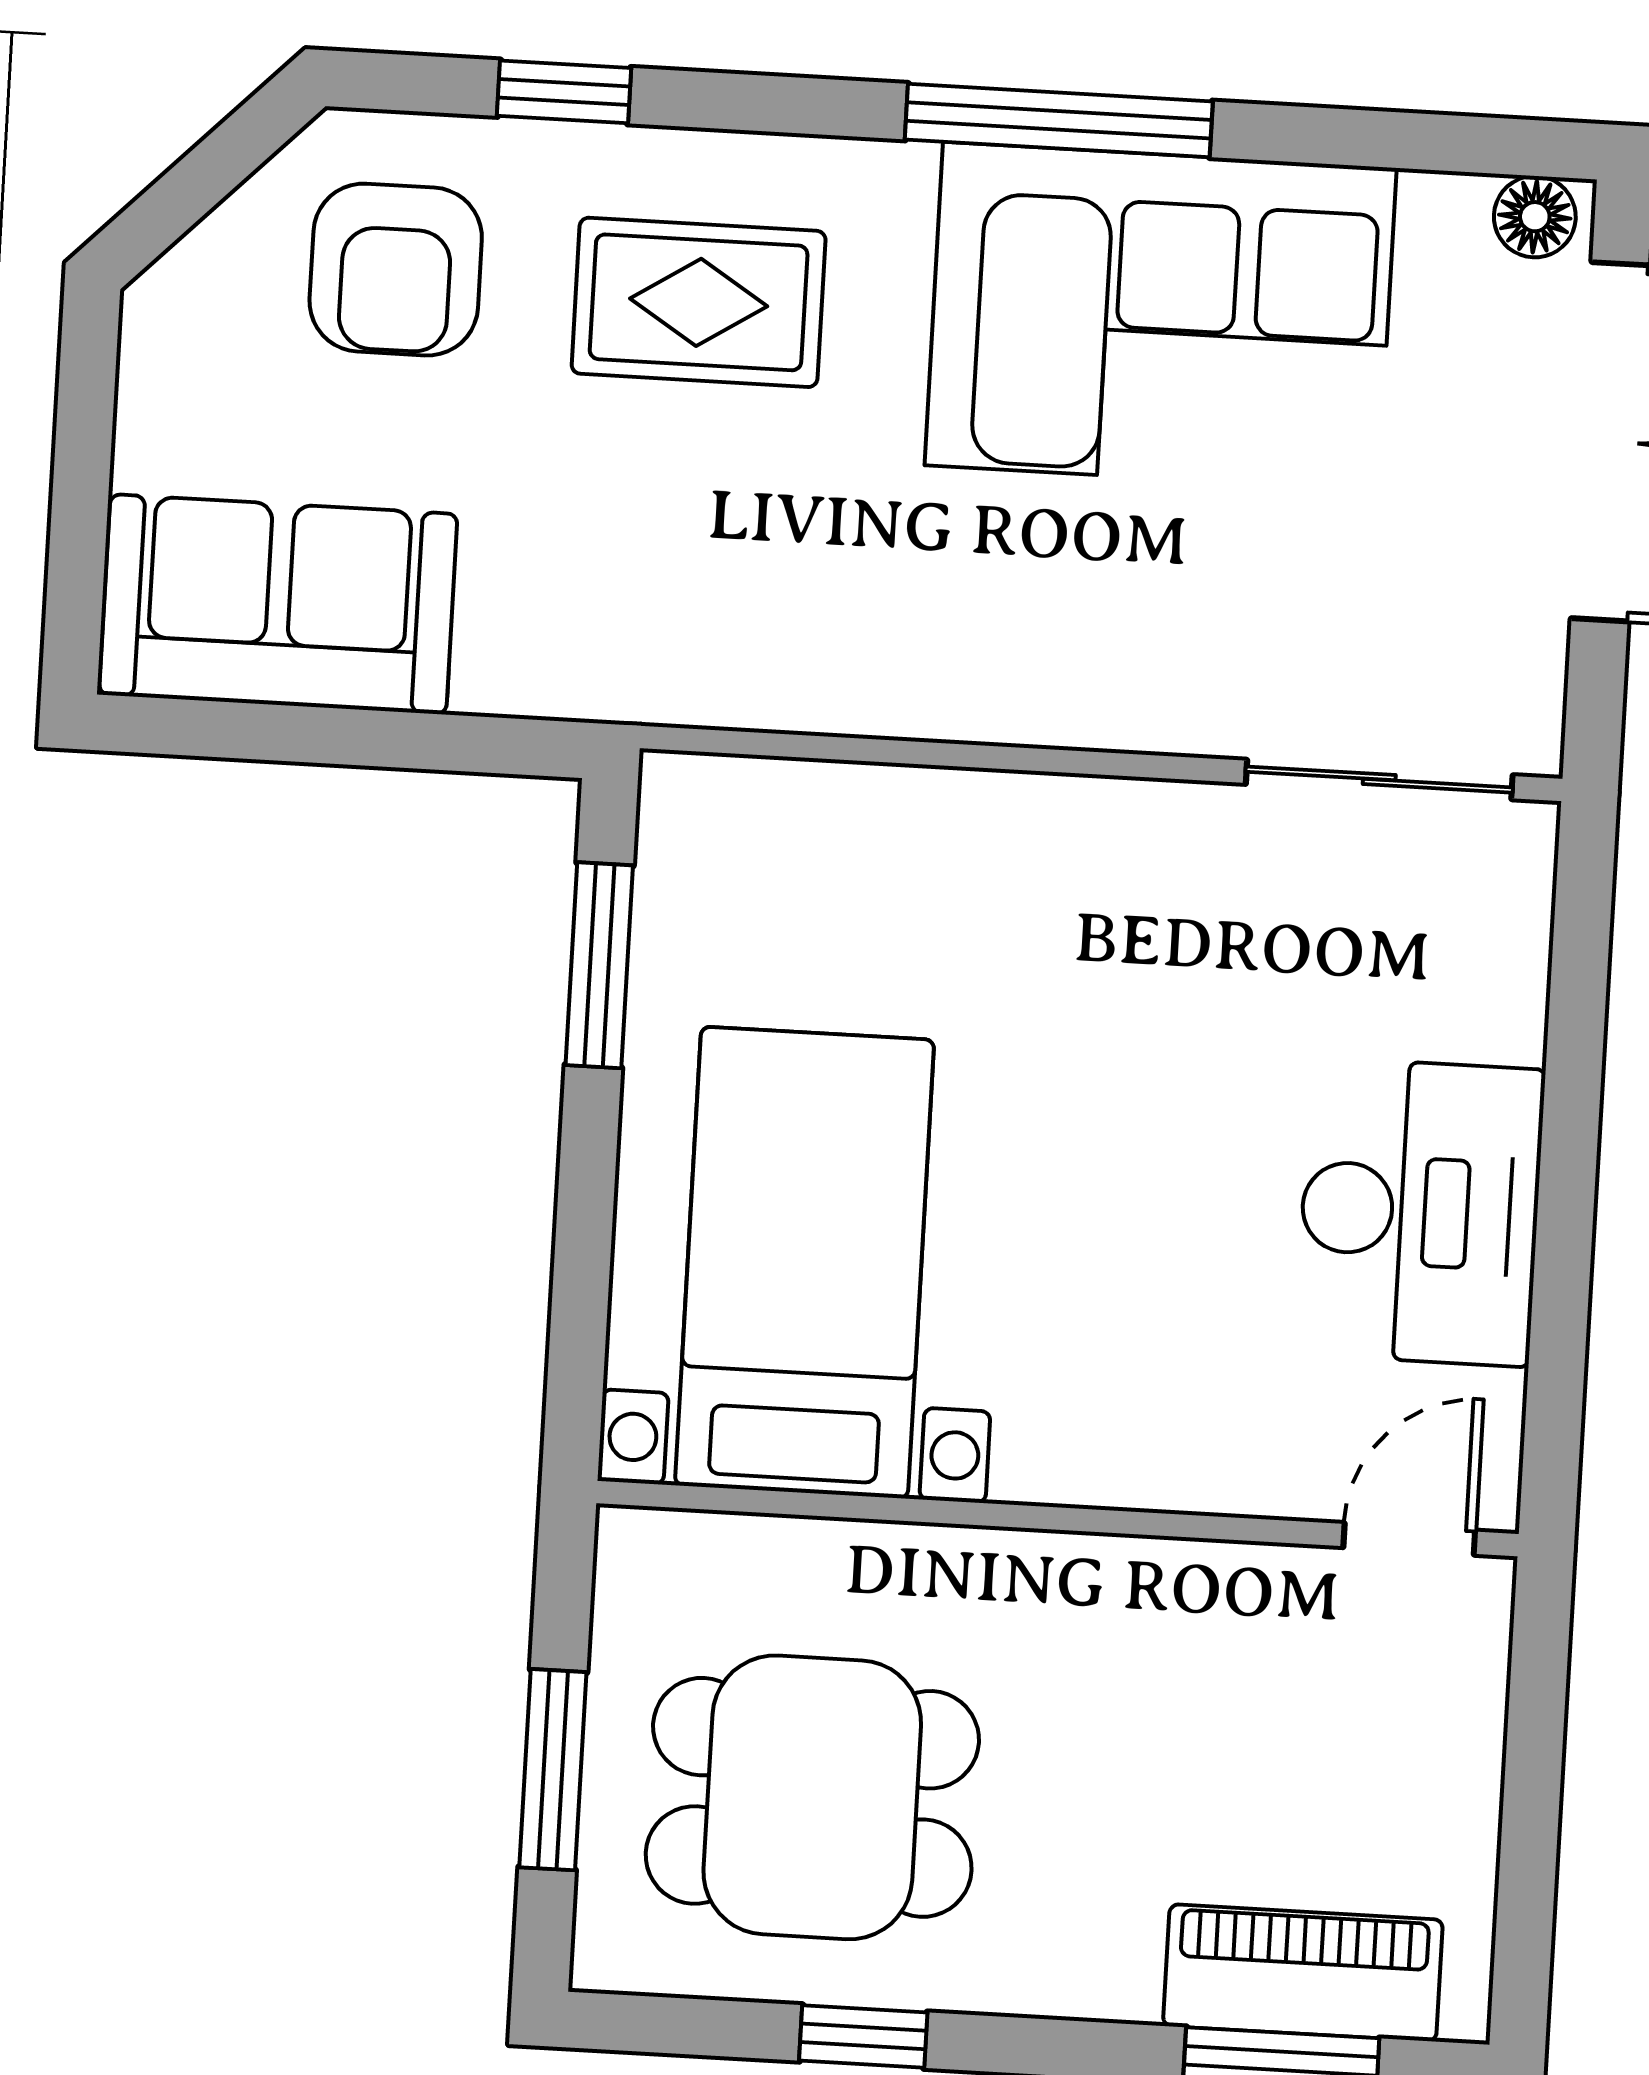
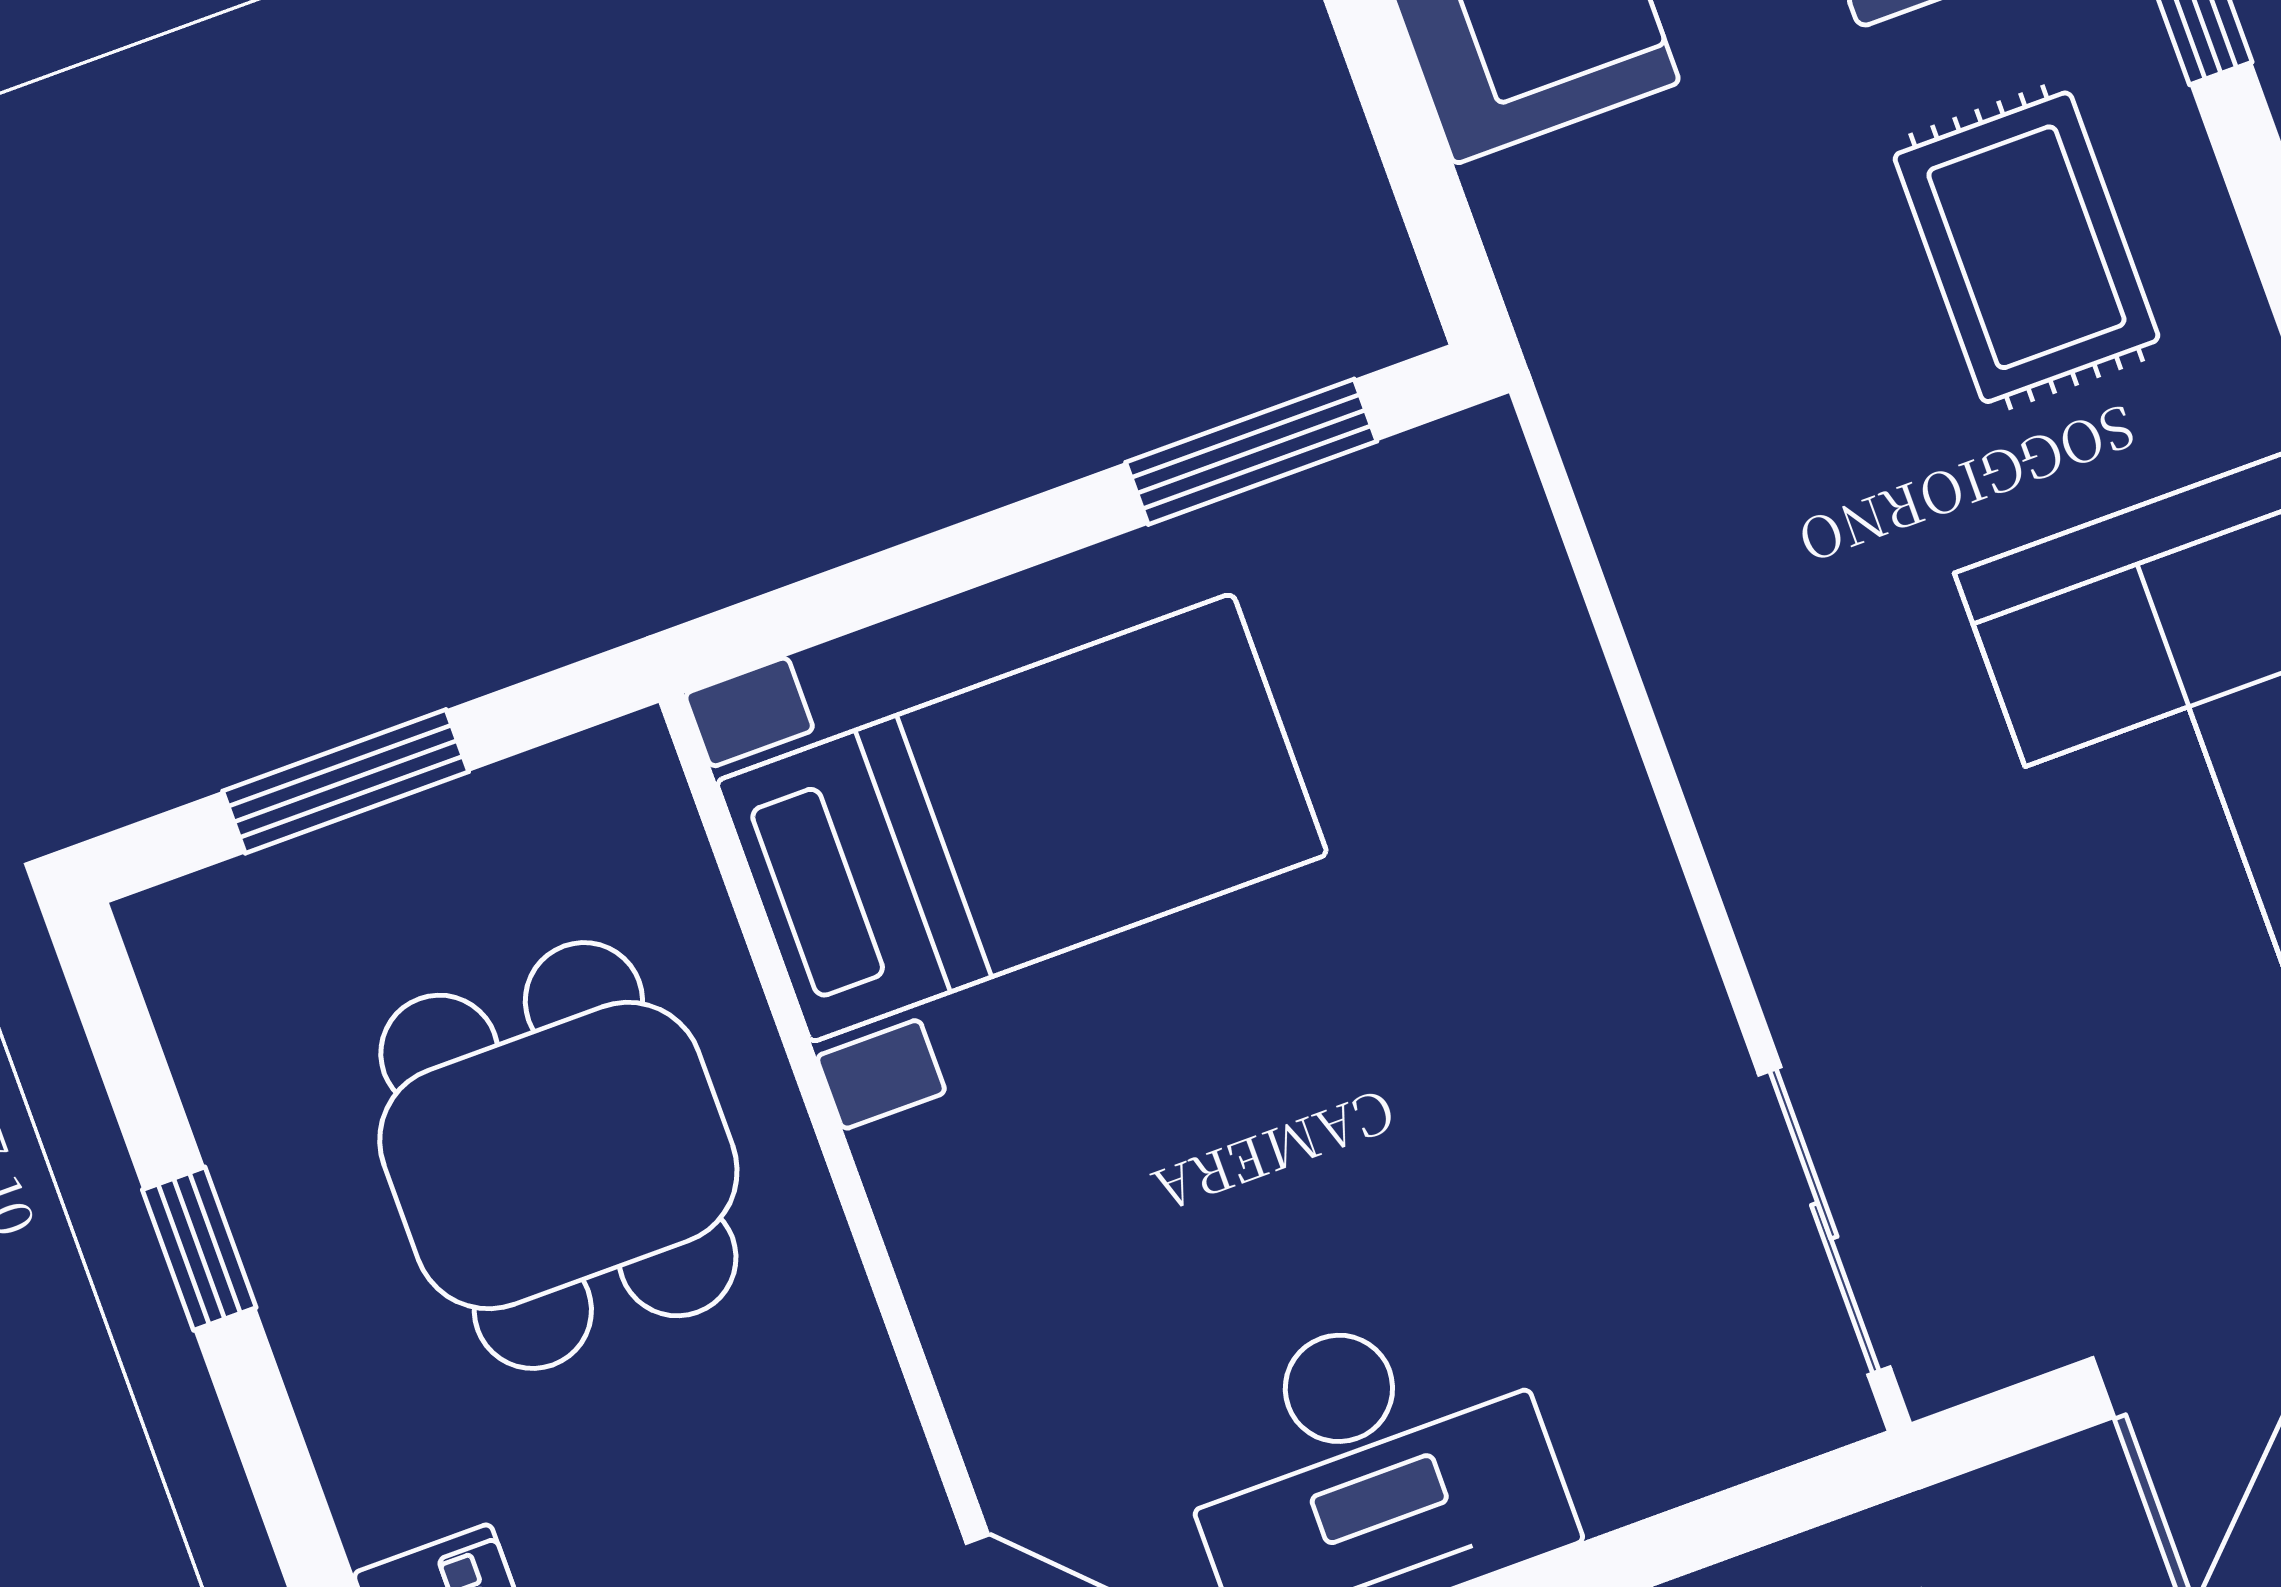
dining table: (812, 1797) -> (558, 1156), moved

